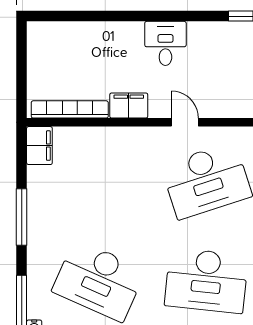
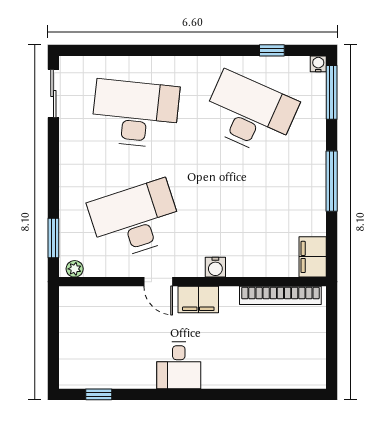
filing cabinet: (129, 106) -> (198, 299), moved
water cooler: (131, 136) -> (215, 267), added

